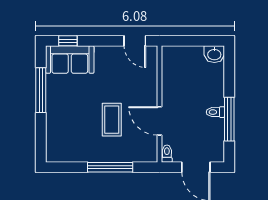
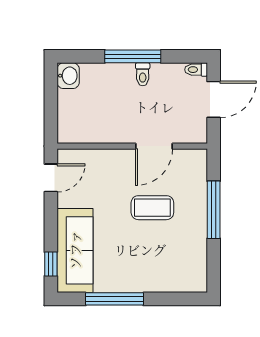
sofa: (70, 59) -> (75, 250), width x1.36
window: (229, 119) -> (133, 56), moved
toilet: (167, 154) -> (196, 70), moved

